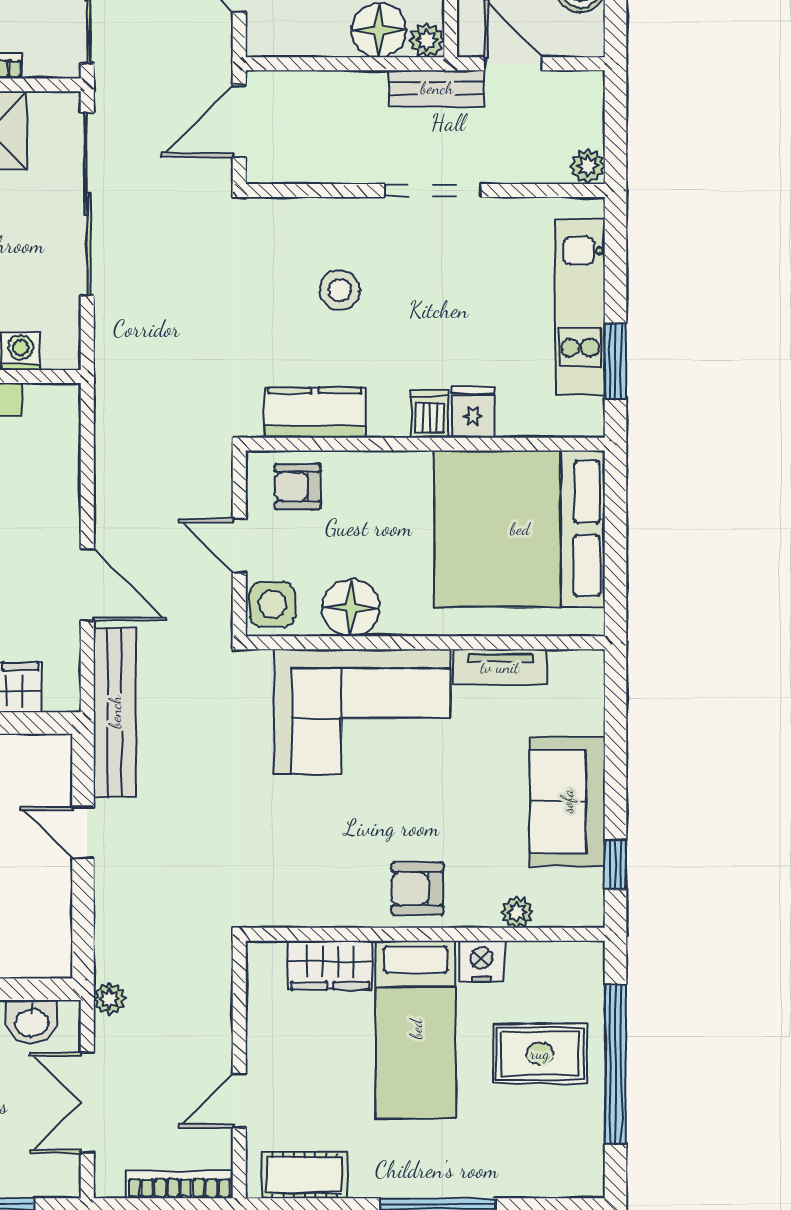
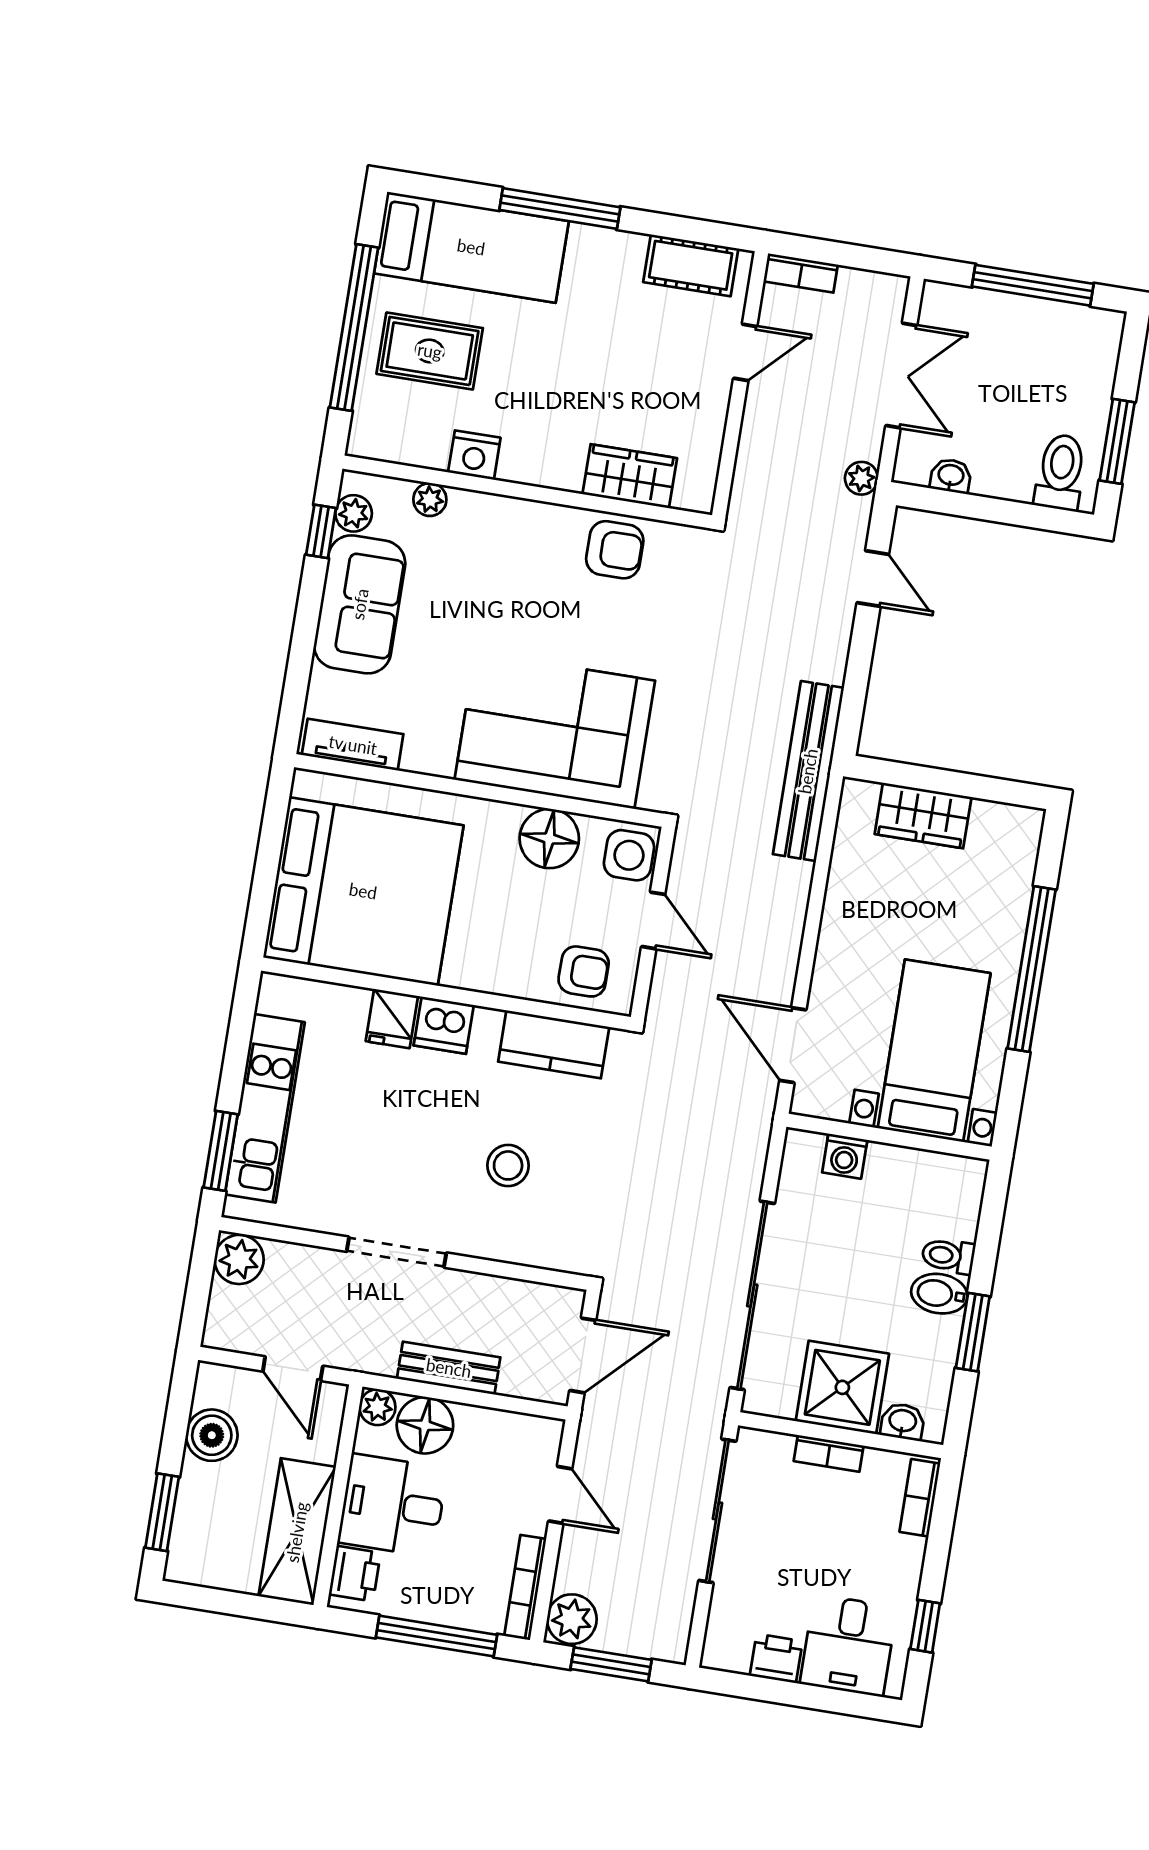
bench: (437, 88) -> (449, 1368), moved
plant: (588, 166) -> (239, 1259), width x1.38, depth x1.38
window: (615, 361) -> (221, 1151), moved
dishwasher: (430, 414) -> (444, 1025), width x1.38
door: (87, 585) -> (793, 1045), moved
tv unit: (500, 667) -> (353, 745), moved
door: (83, 833) -> (873, 578), moved
plant: (587, 887) -> (354, 513), added
armchair: (417, 889) -> (615, 550), moved
washbasin: (32, 1022) -> (951, 476), width x0.72, depth x0.69
bed: (416, 1029) -> (471, 247), moved, turned 90
bookcase: (180, 1185) -> (801, 273), width x0.64

